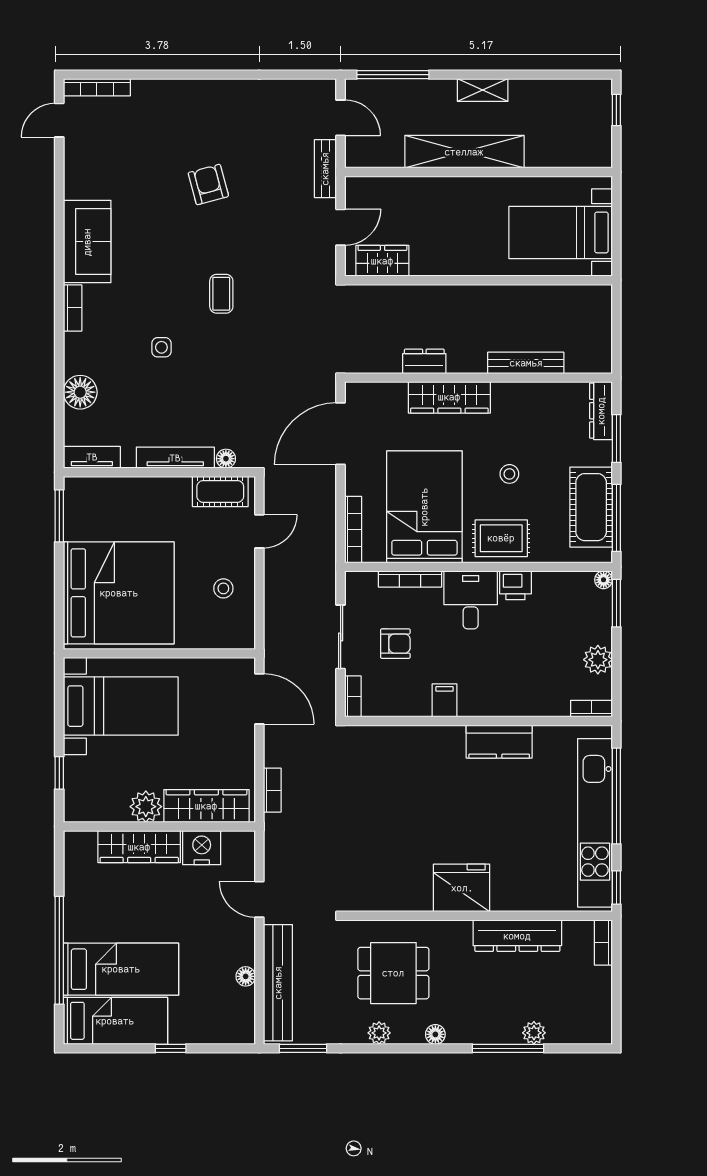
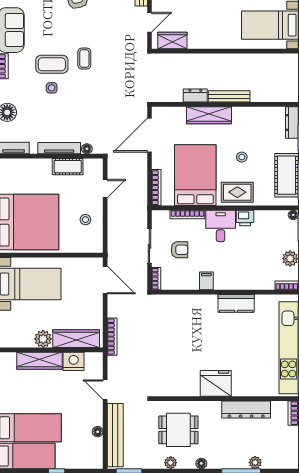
coffee table: (162, 304) -> (52, 64), added
bench: (526, 363) -> (229, 96), moved
cot: (220, 491) -> (68, 167), moved
bookcase: (272, 790) -> (112, 337), width x1.56

